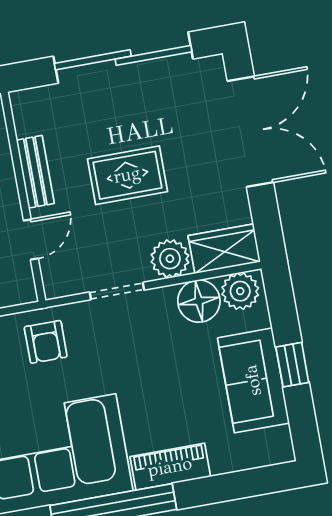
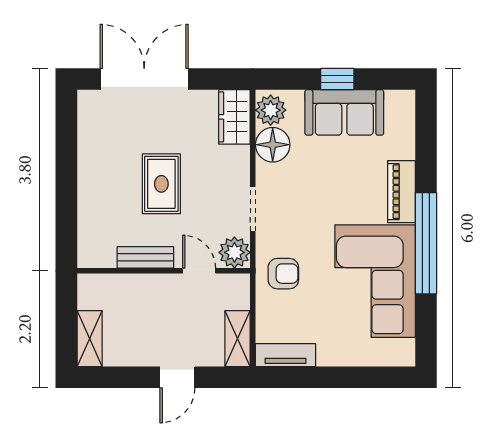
sliding door: (123, 58) -> (66, 170), removed
plant: (170, 259) -> (234, 252), moved

